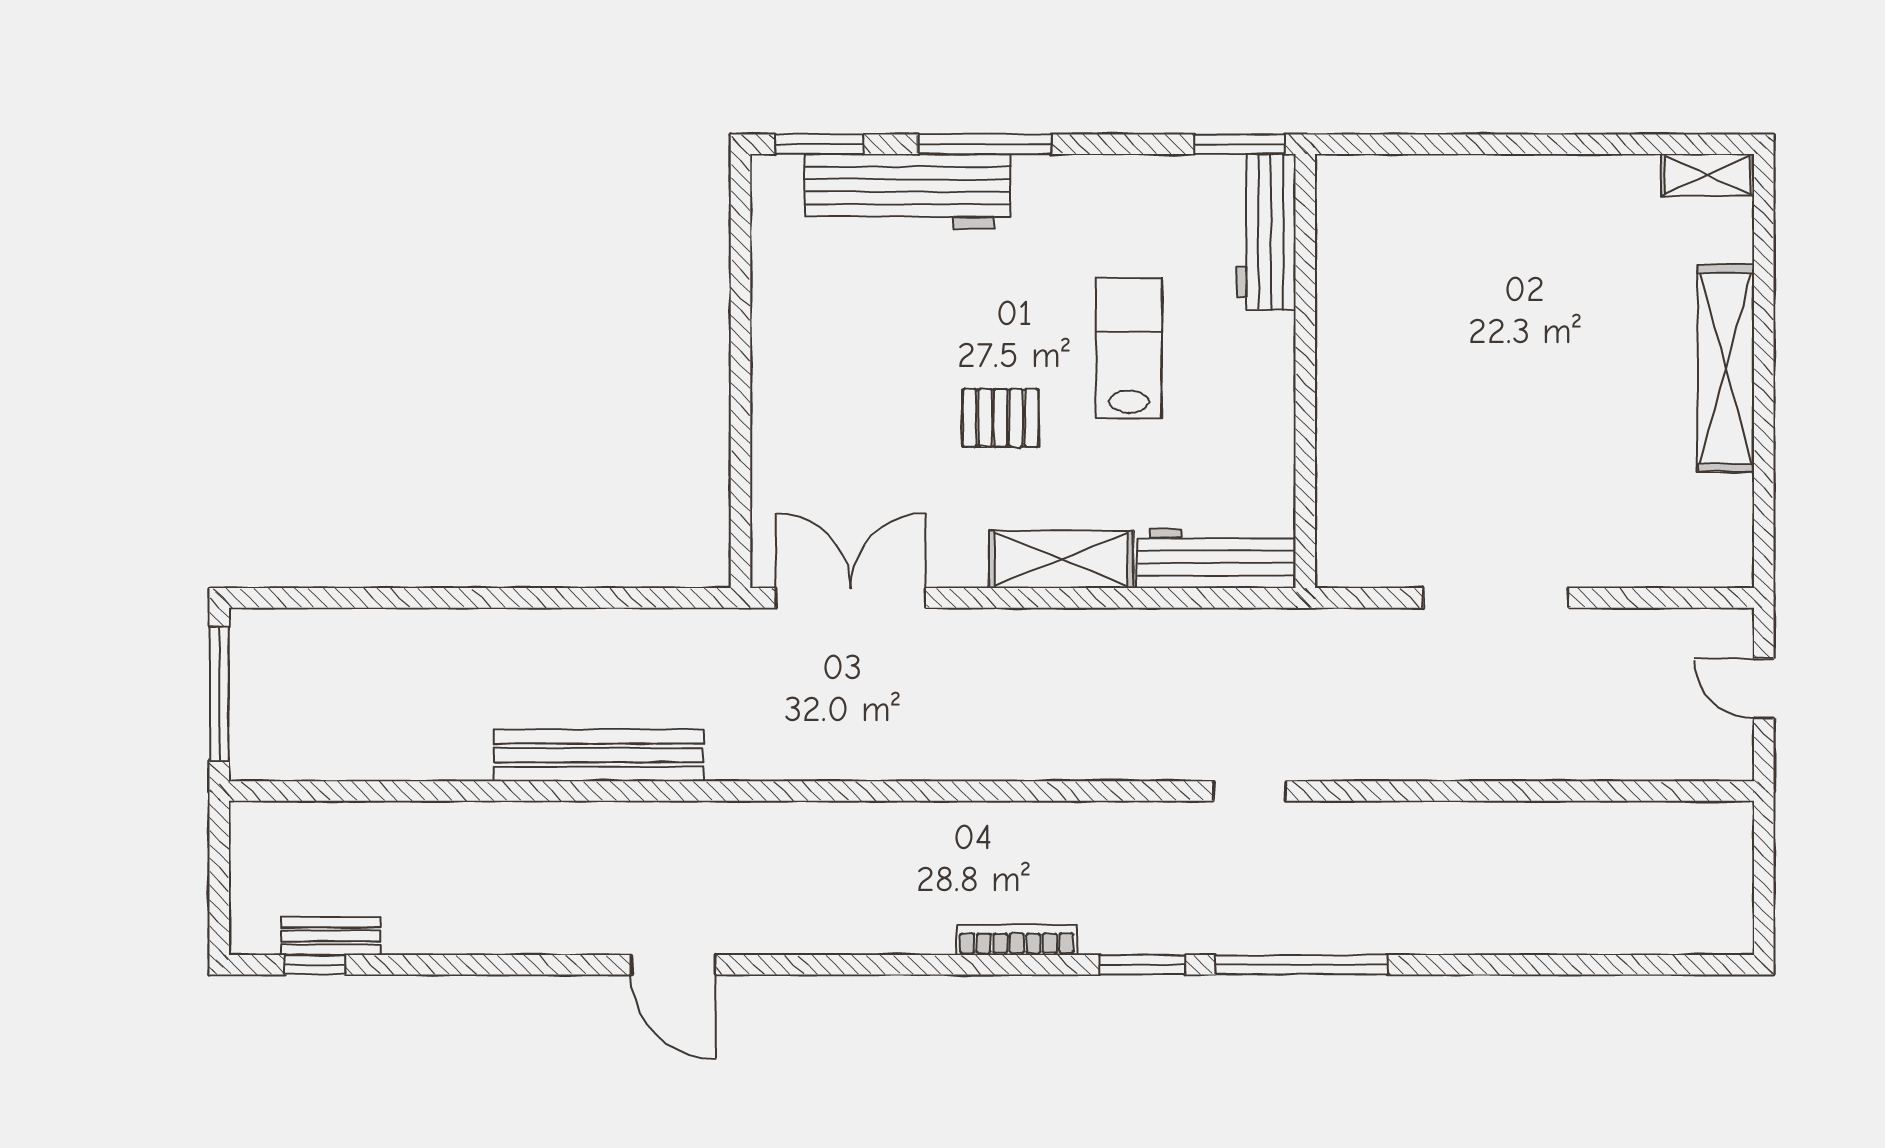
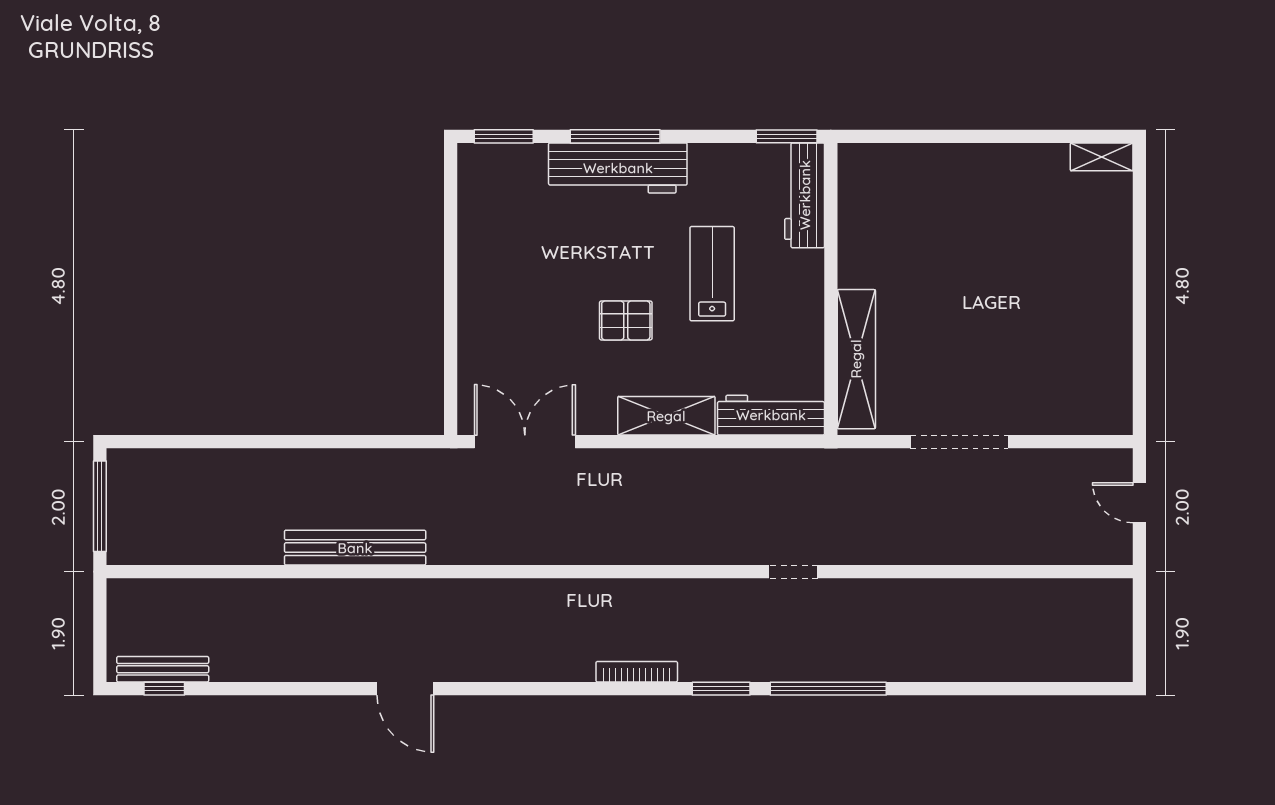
workbench: (908, 191) -> (618, 168), moved
shelving: (1726, 368) -> (856, 359), moved
bench: (331, 936) -> (163, 669), width x1.36

